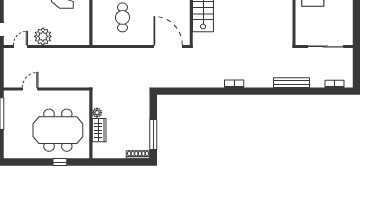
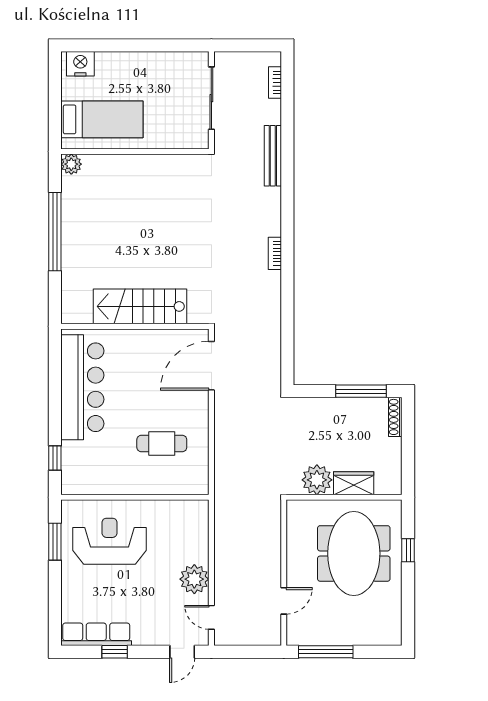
door: (30, 89) -> (284, 601), swing flipped
plant: (97, 113) -> (317, 480), width x1.88, depth x1.88

